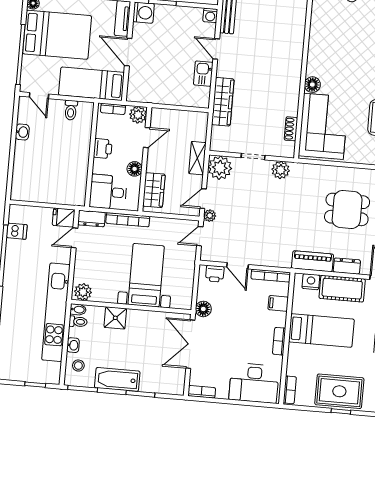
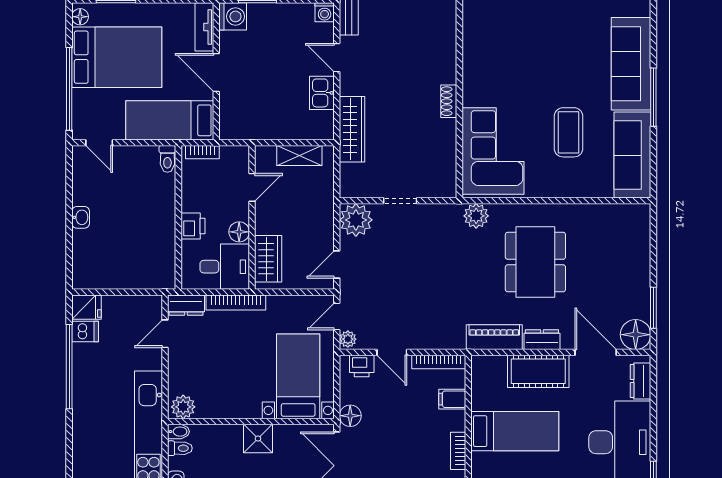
floor lamp: (312, 85) -> (473, 95), removed
toilet: (71, 110) -> (167, 159), moved
plant: (138, 115) -> (237, 157), removed
shoe rack: (291, 129) -> (449, 101), moved
washbasin: (22, 132) -> (81, 217), moved
printer: (103, 149) -> (193, 226), moved
shelving: (197, 158) -> (299, 156), moved, turned 90
plant: (281, 170) -> (476, 216), moved
desk: (108, 192) -> (225, 267), moved, turned 180
dining table: (347, 209) -> (535, 262), width x1.38
plant: (210, 216) -> (348, 339), moved
fridge: (64, 218) -> (86, 307), moved, turned 180
bed with nightstands: (146, 275) -> (298, 376), moved
nightstand: (311, 282) -> (495, 366), removed
shower: (115, 318) -> (258, 439), moved

